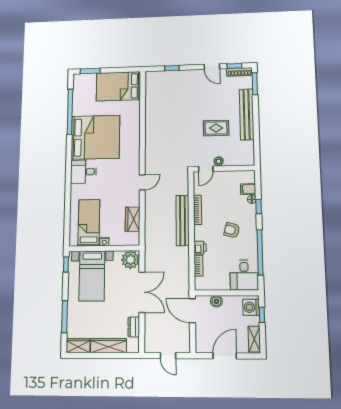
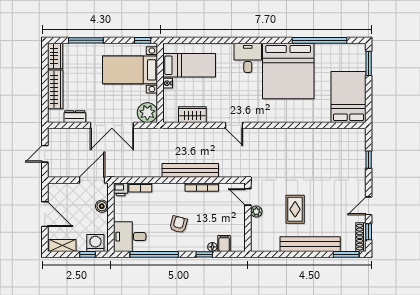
printer: (200, 248) -> (121, 189), moved

